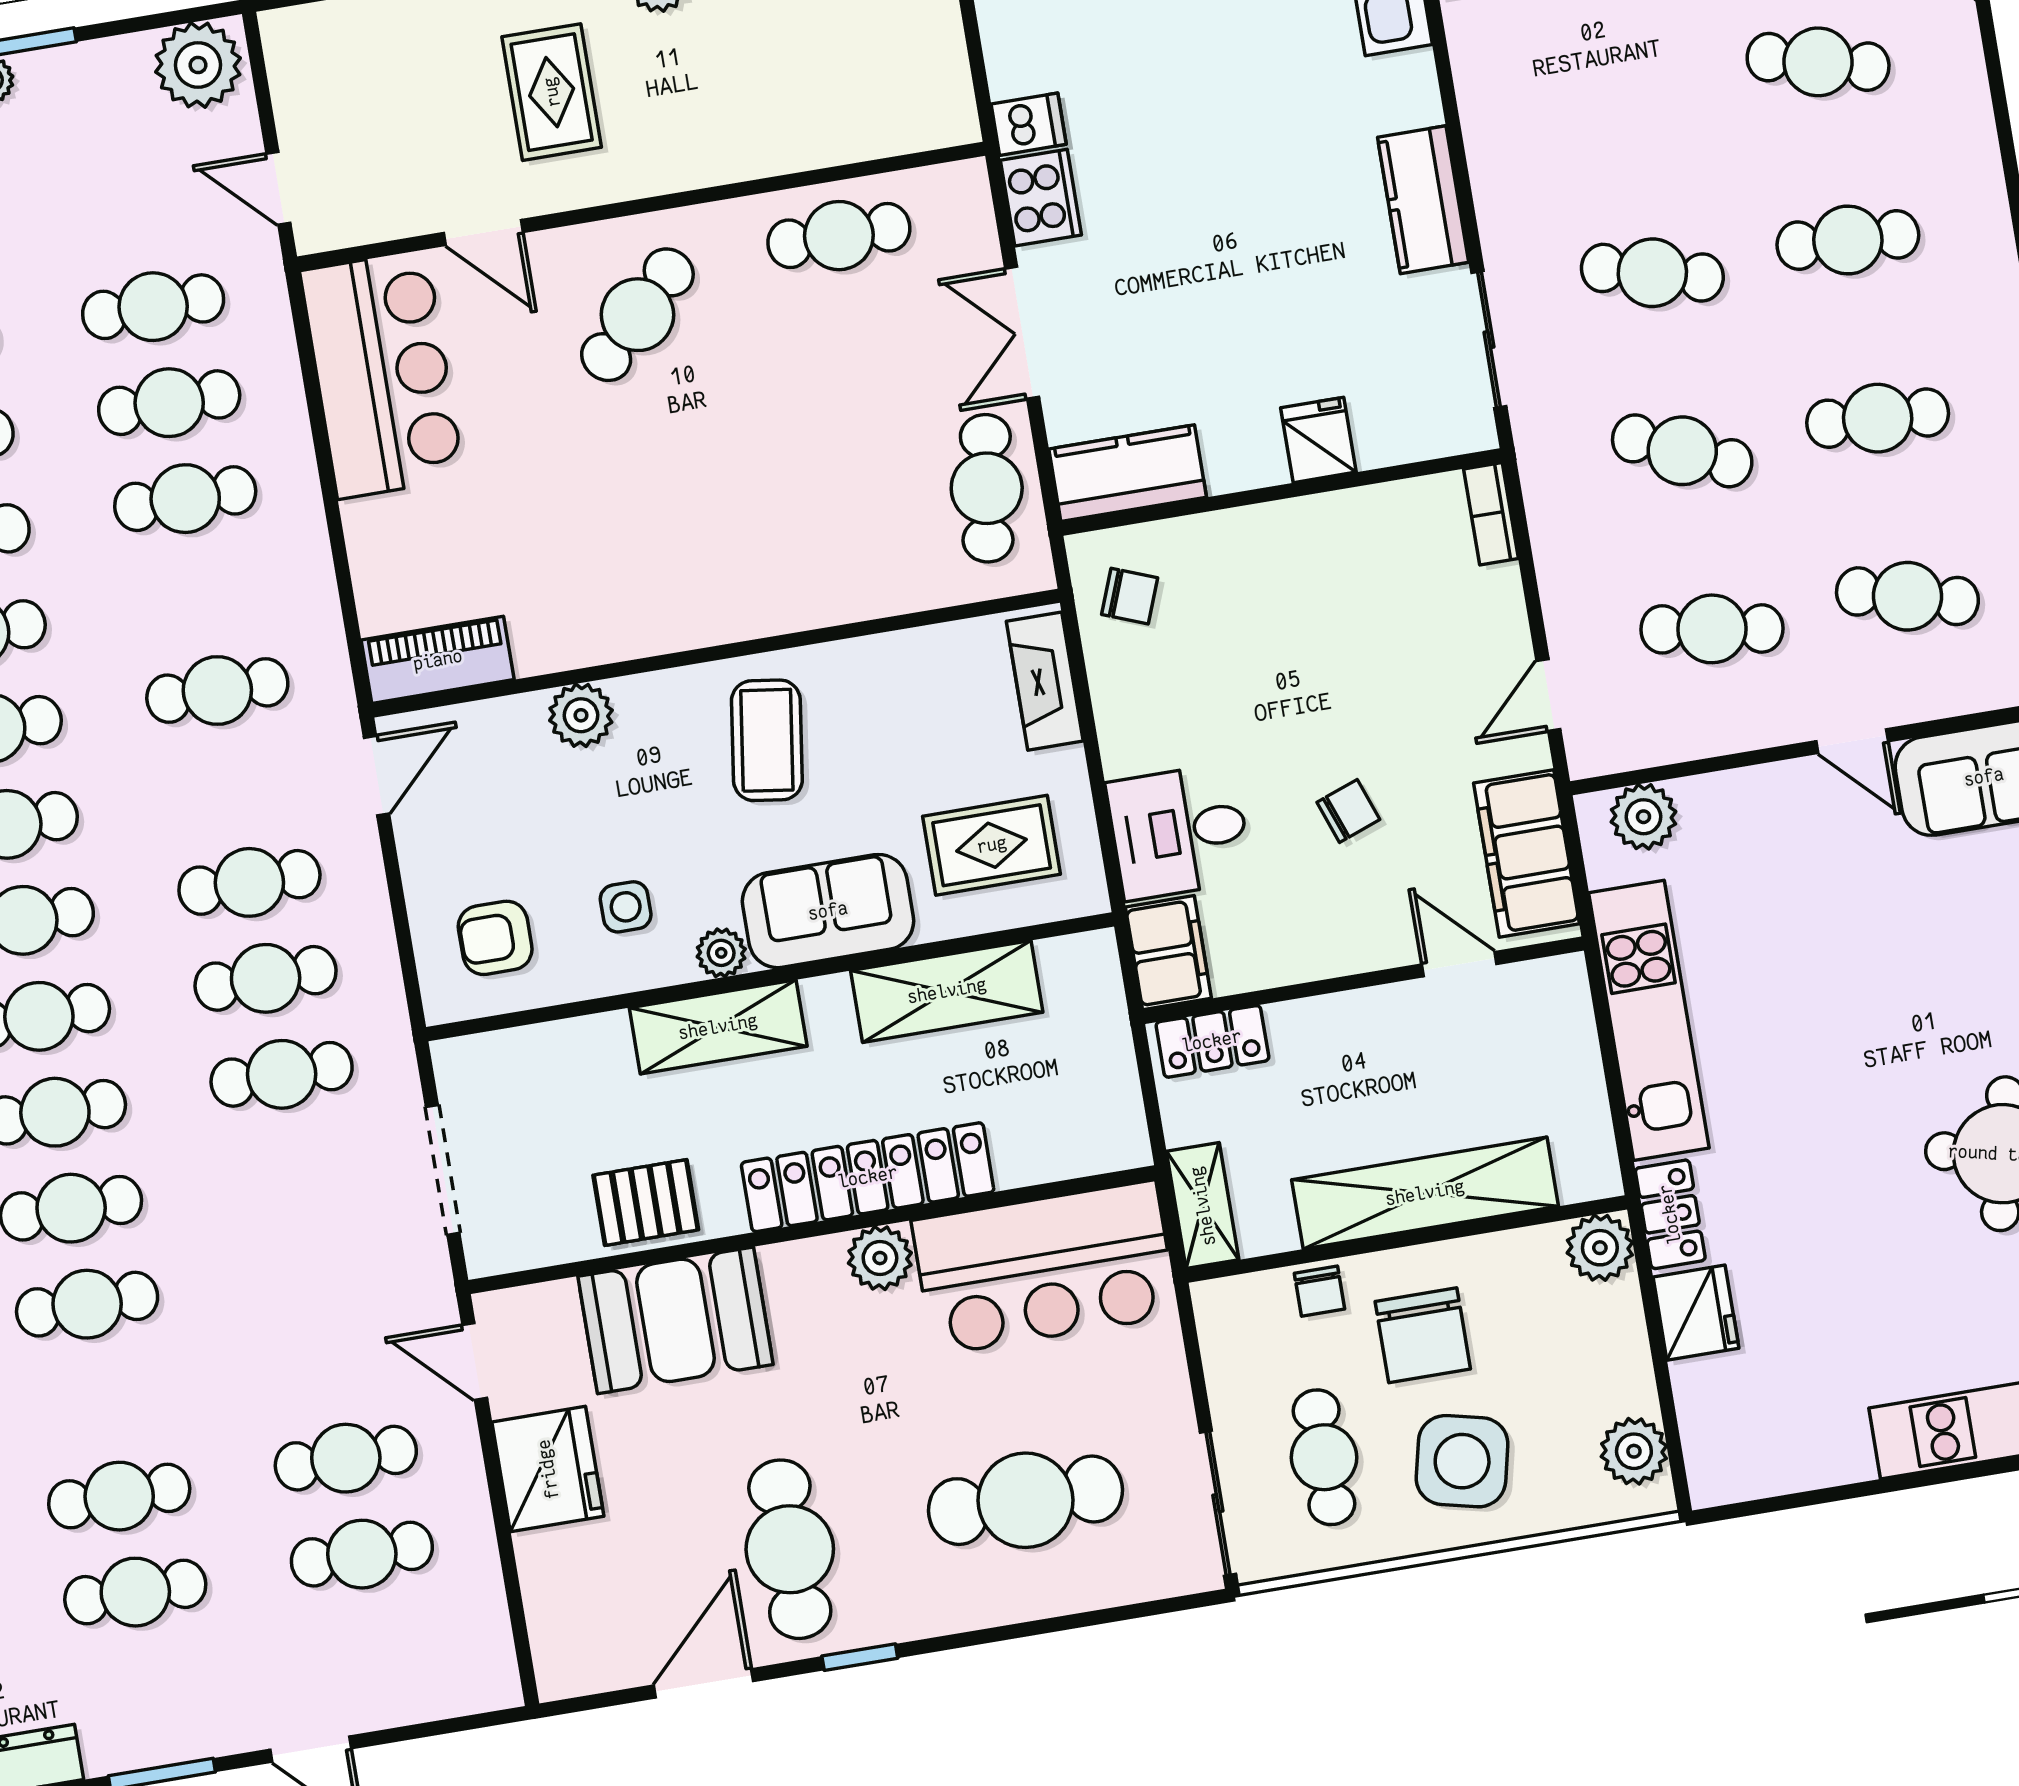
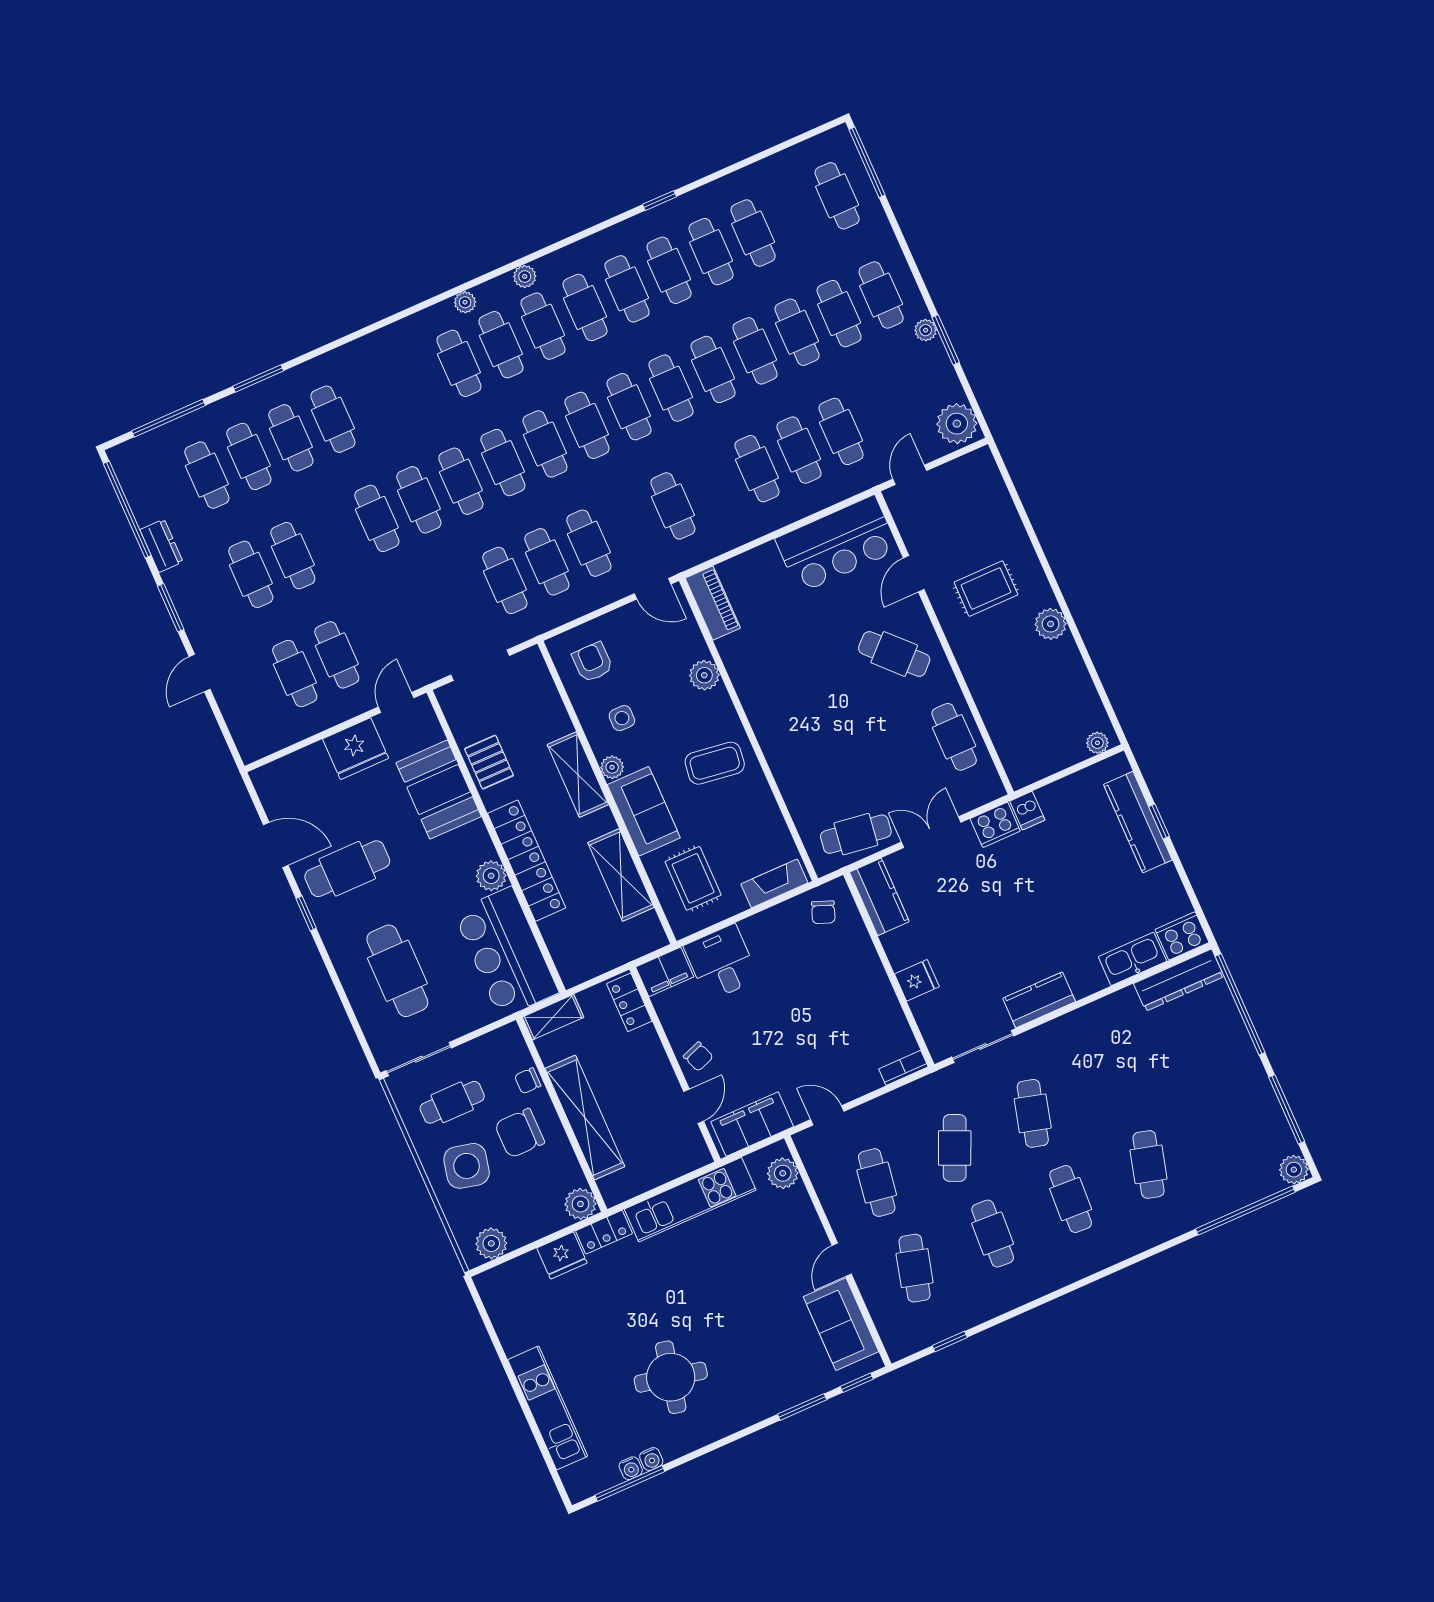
chair: (1348, 811) -> (698, 1057), moved

